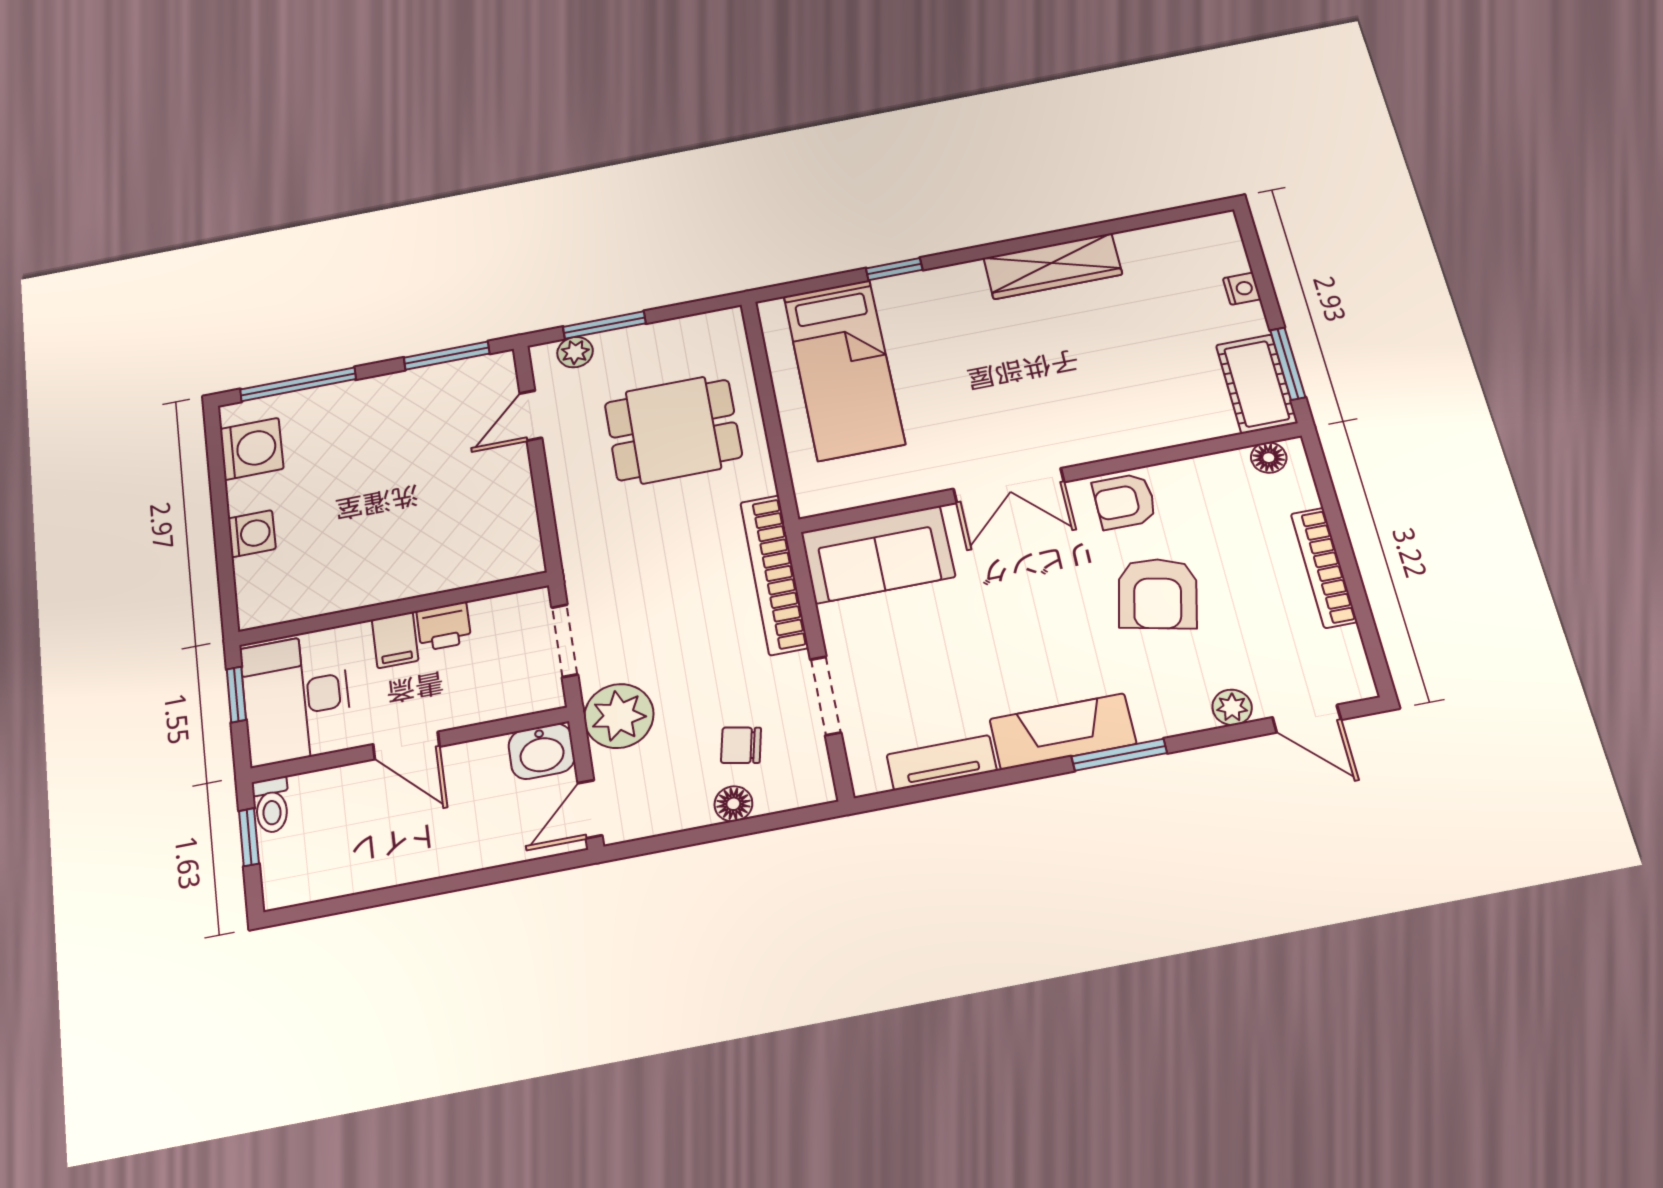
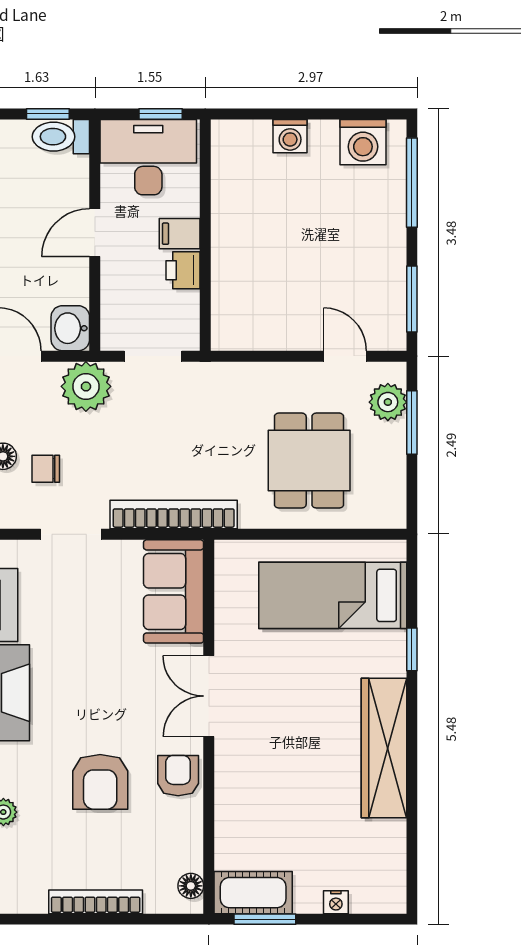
wardrobe: (1053, 266) -> (384, 748), width x1.40, depth x1.17
plant: (575, 352) -> (388, 402), width x1.38, depth x1.38
armchair: (1158, 594) -> (100, 782), turned -103
chair: (741, 745) -> (46, 469), turned -102
toilet: (271, 805) -> (61, 137), width x1.37, depth x1.39

